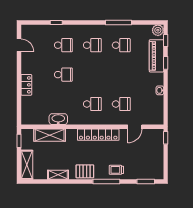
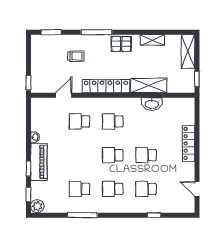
piano: (157, 56) -> (39, 162), moved
school desk: (92, 75) -> (113, 155), added
locker: (26, 85) -> (189, 143), width x1.53
shelving: (50, 135) -> (149, 86), moved
trolley: (116, 170) -> (76, 56), moved

